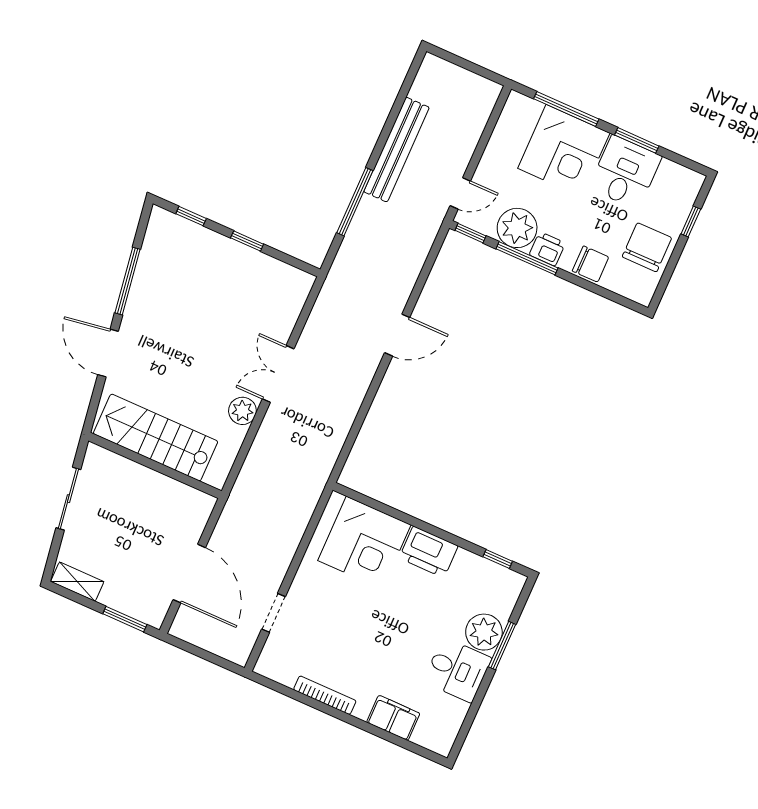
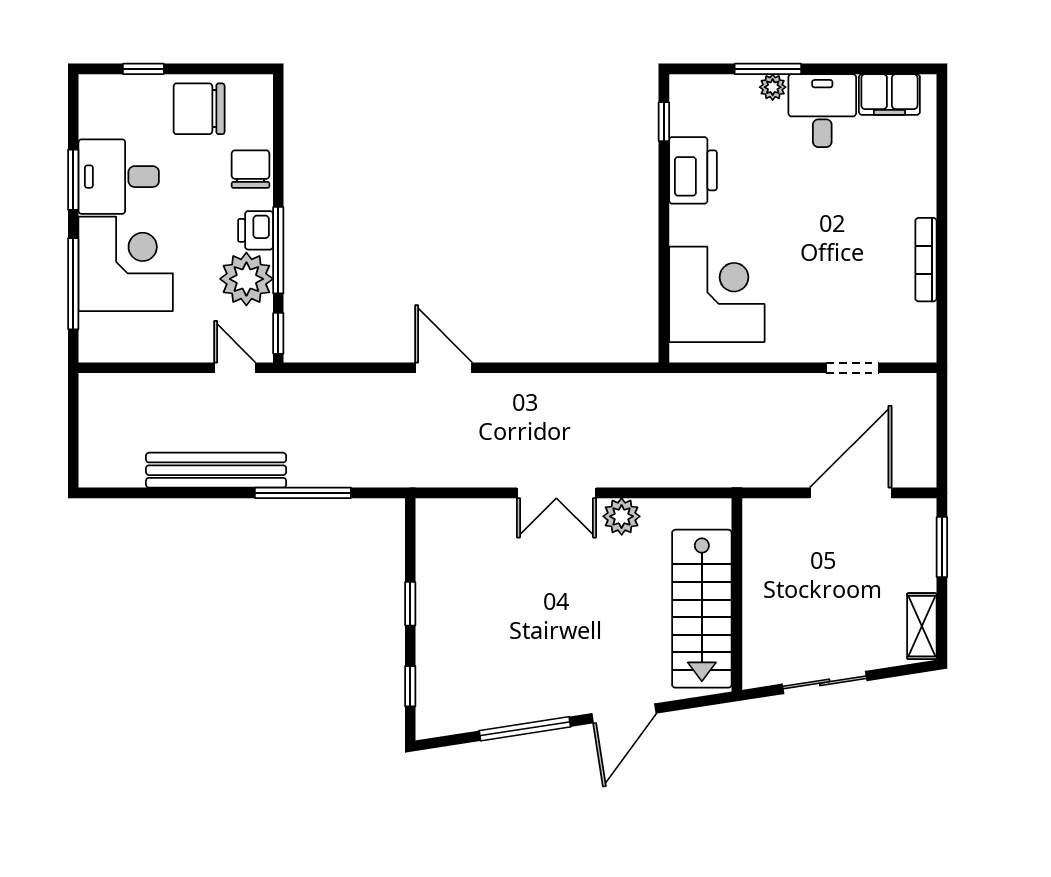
printer: (429, 552) -> (693, 170), moved
plant: (484, 632) -> (773, 87), width x0.53, depth x0.53
filing cabinet: (393, 718) -> (889, 94), moved, turned -90

